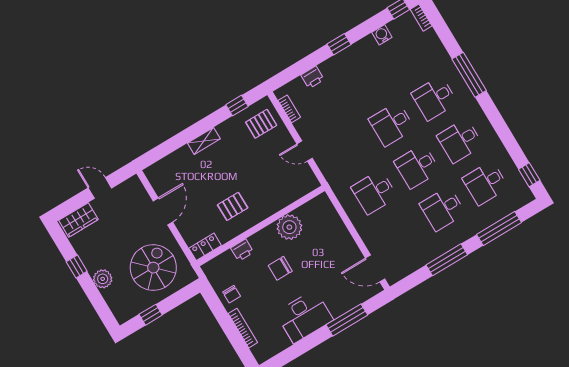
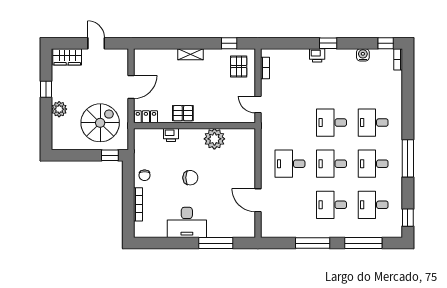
window: (469, 75) -> (408, 158), moved
printer: (312, 77) -> (317, 55), moved
pallet: (261, 124) -> (239, 67), turned 90
wall: (261, 226) -> (194, 126), moved
plant: (289, 227) -> (214, 139), moved
locker: (205, 247) -> (146, 117), moved
printer: (242, 250) -> (171, 135), moved
chair: (280, 268) -> (190, 178), turned 180
door: (375, 268) -> (258, 200), moved
window: (151, 315) -> (110, 155), moved

